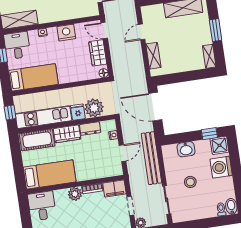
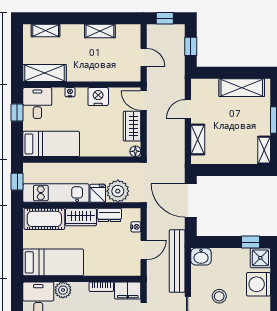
washbasin: (186, 149) -> (201, 257), moved
plant: (75, 194) -> (63, 290), moved

